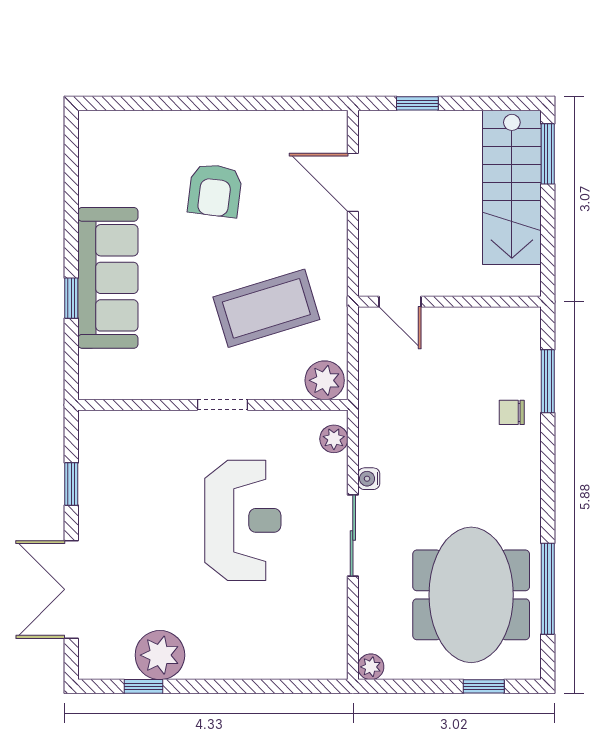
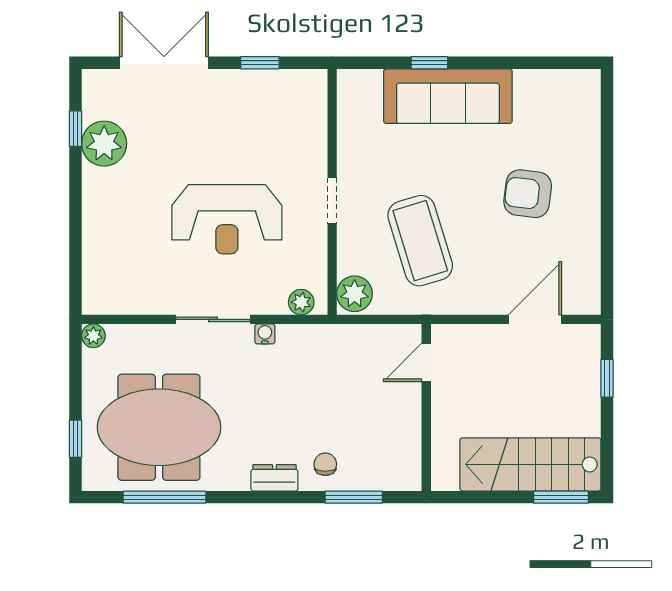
dresser: (527, 468) -> (274, 478), added

